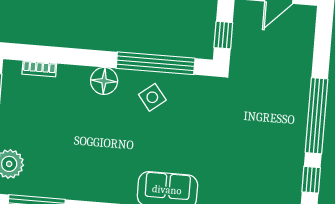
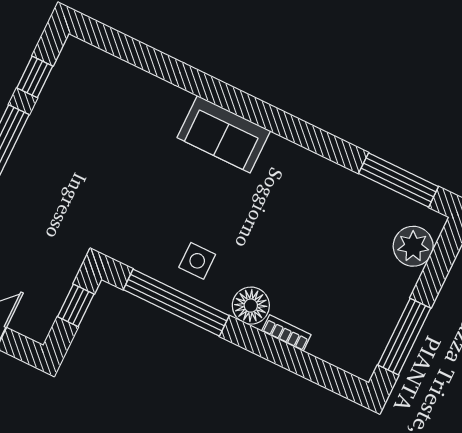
bookcase: (39, 69) -> (286, 333), moved
side table: (152, 97) -> (197, 261), turned 38

